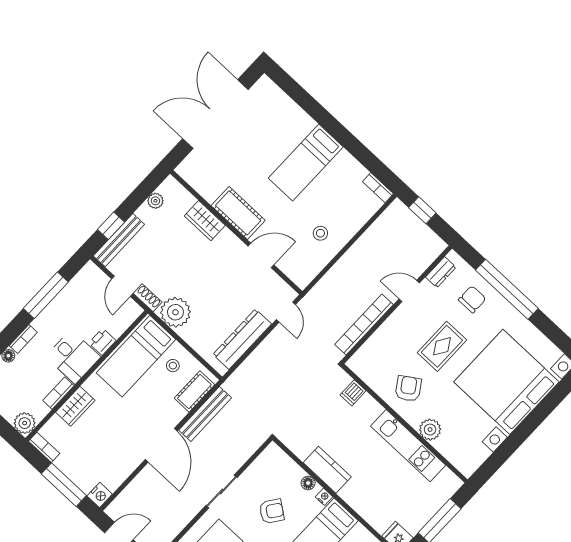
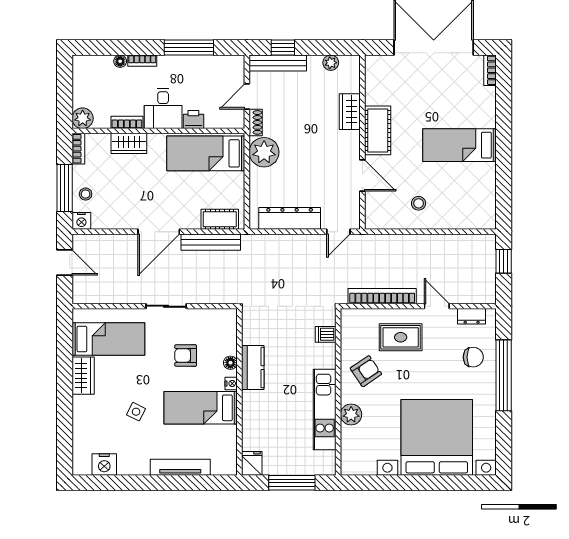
bookcase: (378, 188) -> (490, 70), moved
rug: (442, 346) -> (401, 337), moved
stool: (173, 366) -> (86, 194), moved
armchair: (272, 511) -> (186, 355), turned 144

